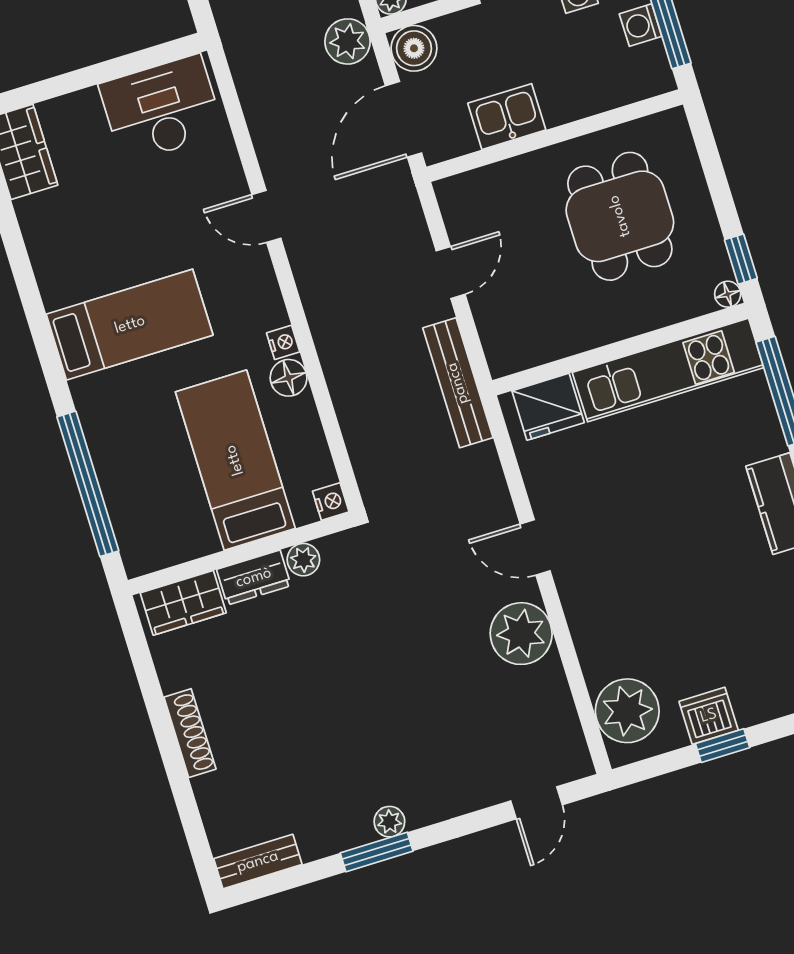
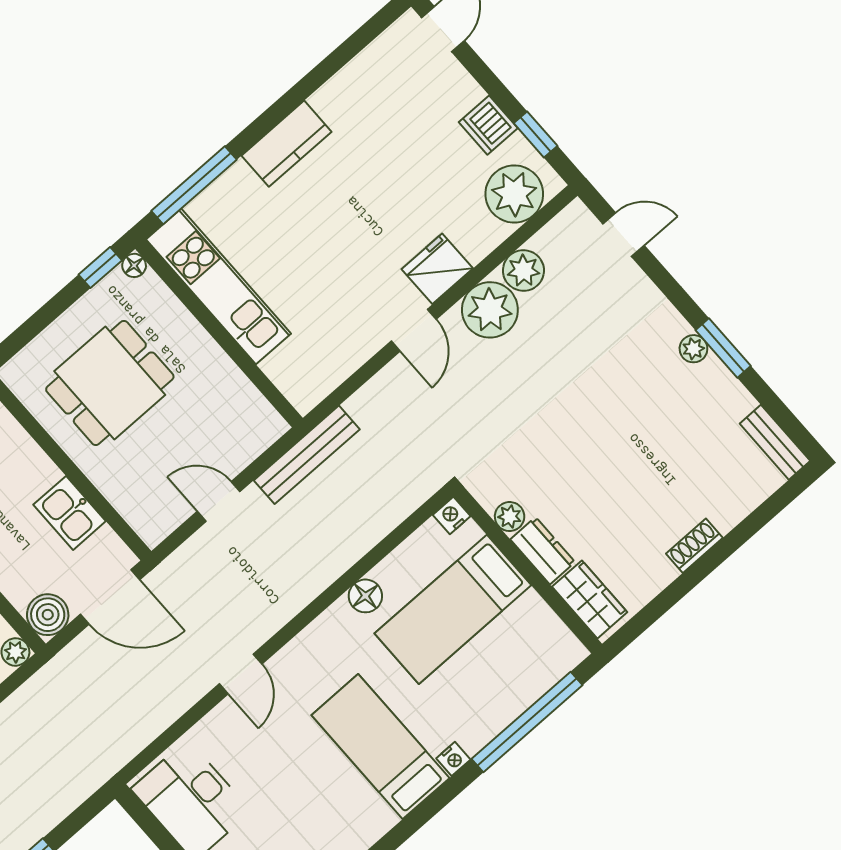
plant: (348, 41) -> (523, 270), moved
nightstand: (283, 342) -> (453, 759), moved, turned 180
fridge: (548, 407) -> (437, 269), moved, turned -90
shoe rack: (190, 733) -> (694, 546), width x0.70
window: (723, 746) -> (536, 134), moved

